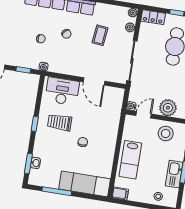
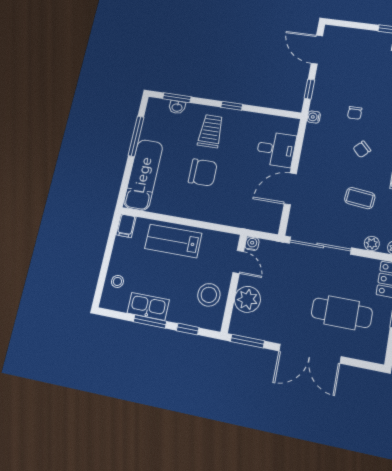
desk: (62, 91) -> (276, 149), width x0.73
trolley: (60, 122) -> (211, 131), moved
chair: (83, 142) -> (203, 172), width x1.87, depth x1.87

